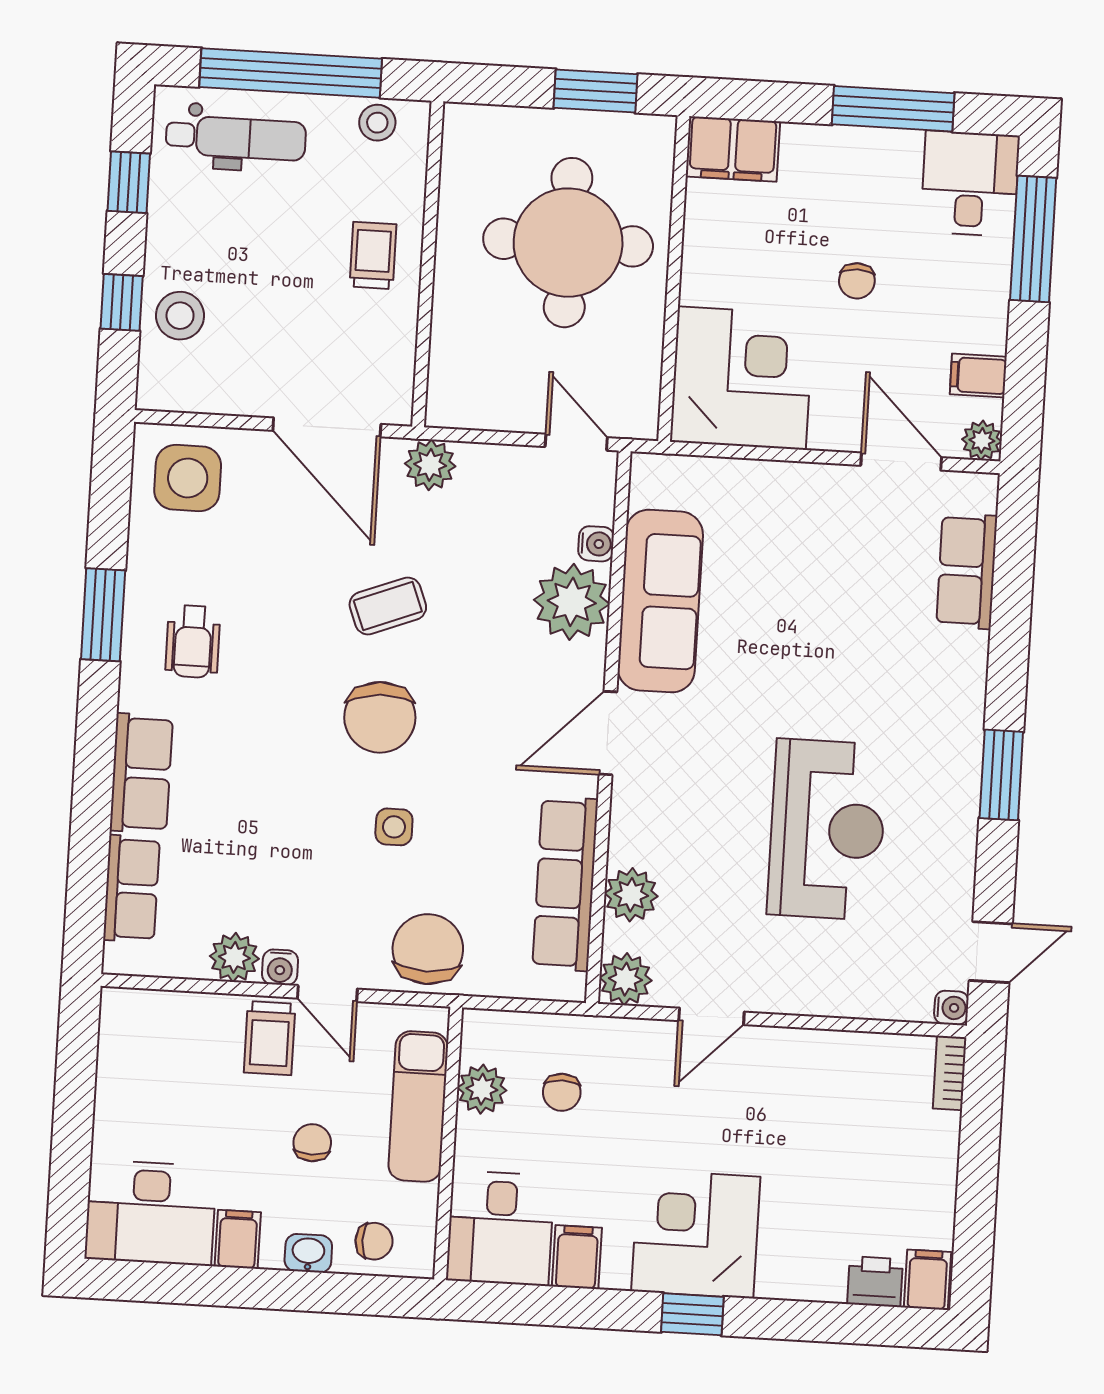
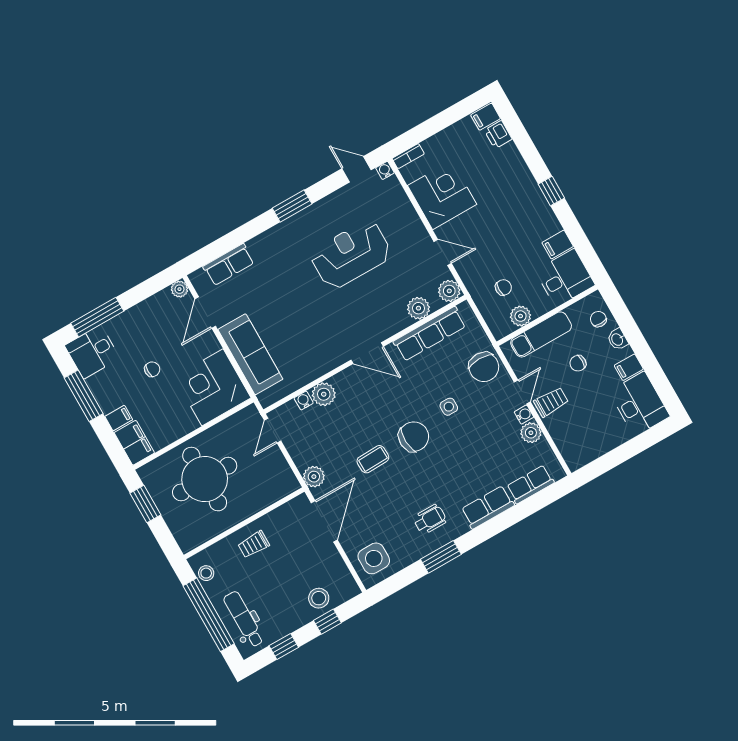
filing cabinet: (978, 376) -> (119, 418), moved, turned -90
sofa: (660, 601) -> (250, 354), moved, turned 90
plant: (572, 602) -> (324, 394), width x0.73, depth x0.73
coffee table: (388, 606) -> (373, 459), turned -71
chair: (428, 949) -> (484, 367), turned -90
corner desk: (696, 1234) -> (442, 195), moved, turned 180

